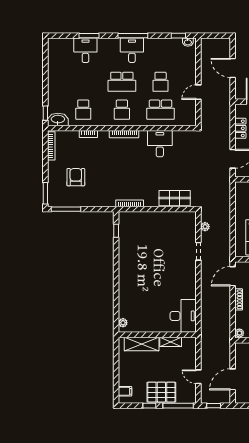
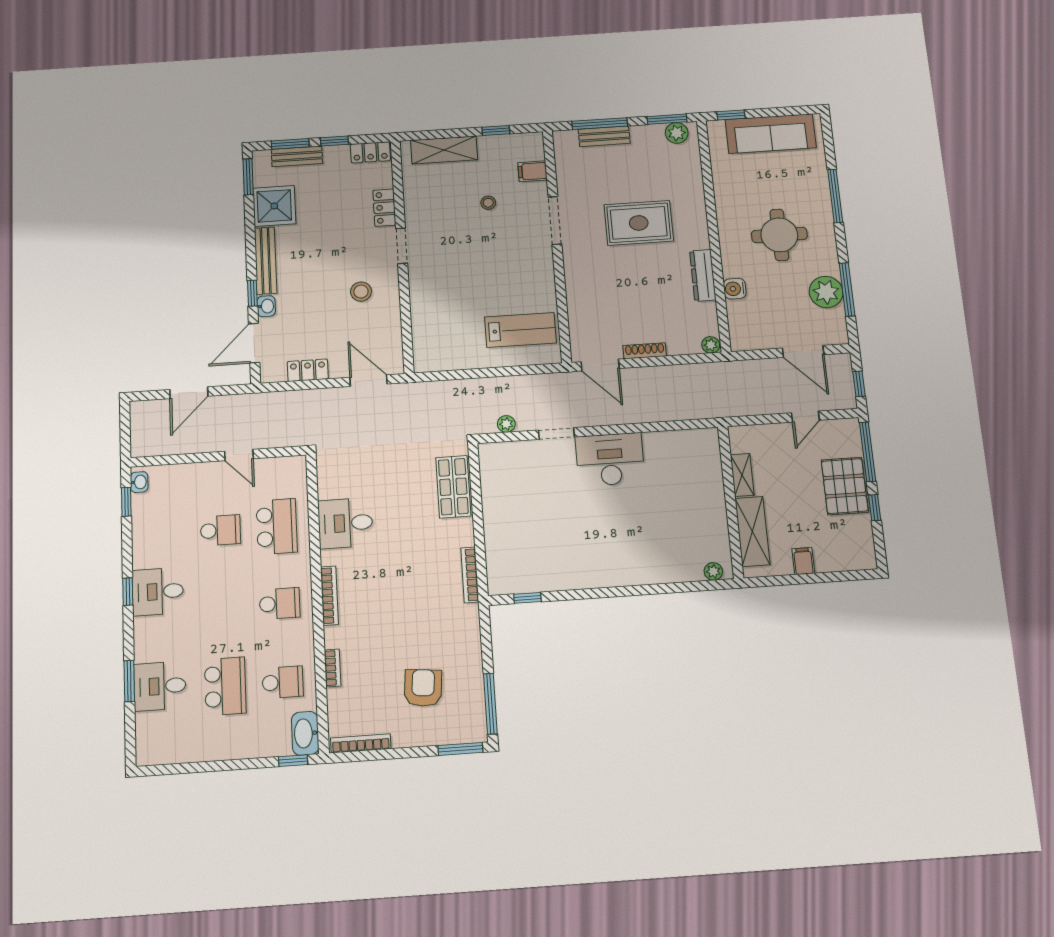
window: (133, 36) -> (128, 592), width x0.46
school desk: (122, 82) -> (225, 686), moved
armchair: (76, 177) -> (423, 688), turned 95
desk: (183, 316) -> (610, 459), moved
filing cabinet: (125, 391) -> (803, 561), moved

